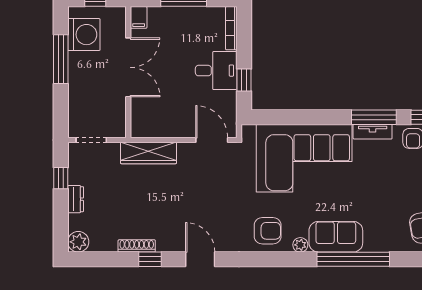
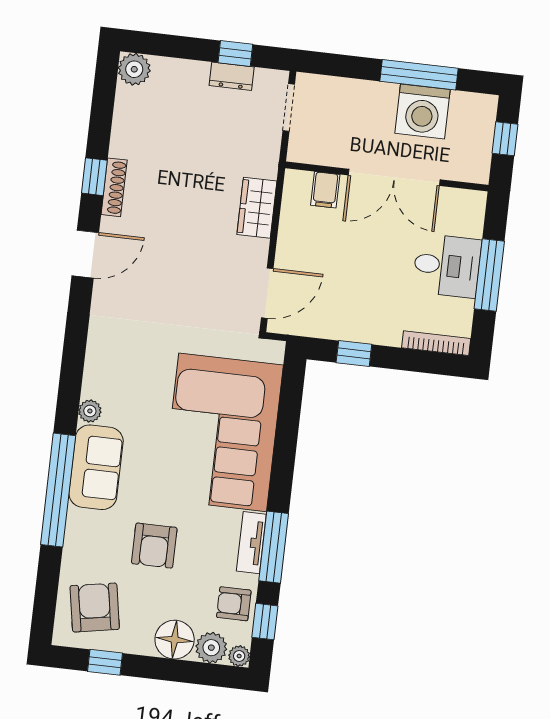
filing cabinet: (139, 17) -> (325, 190), moved, turned -90
washing machine: (84, 35) -> (422, 111), moved
desk: (216, 71) -> (447, 266), moved, turned -90
wardrobe: (148, 153) -> (257, 208), width x0.67
dresser: (76, 199) -> (232, 76), moved
armchair: (268, 231) -> (154, 546), moved
shoe rack: (137, 246) -> (114, 187), moved

